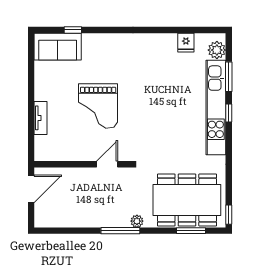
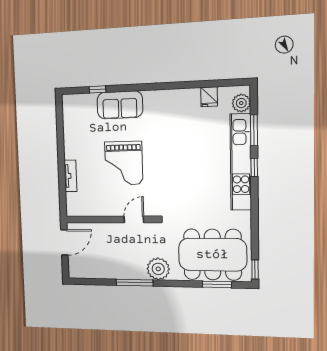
sofa: (58, 47) -> (120, 105), moved
plant: (137, 221) -> (158, 269), width x1.87, depth x1.87
window: (120, 231) -> (135, 283), moved

